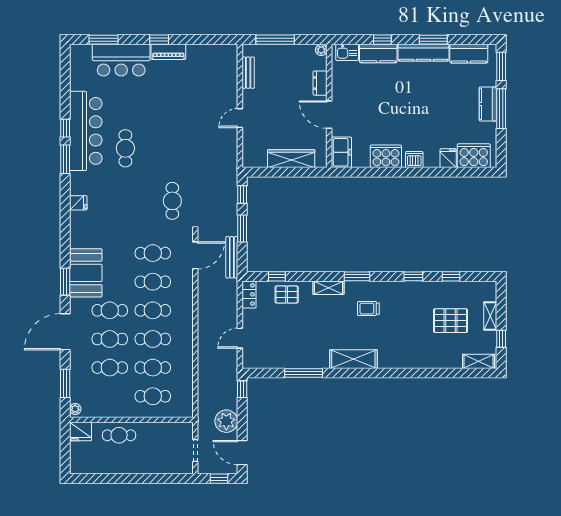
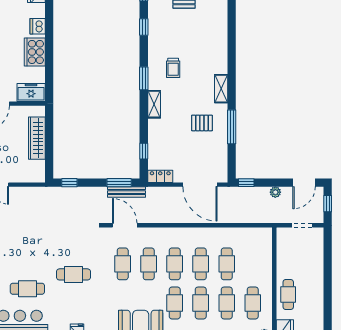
cafe table: (172, 201) -> (73, 274), moved
window: (242, 228) -> (119, 183), moved
pallet: (287, 295) -> (202, 123), moved, turned 90
door: (240, 338) -> (200, 185), width x1.87
shelving: (353, 359) -> (221, 89), width x0.67, depth x0.75
cafe table: (153, 396) -> (253, 303), moved
plant: (226, 421) -> (275, 192), width x0.53, depth x0.53

